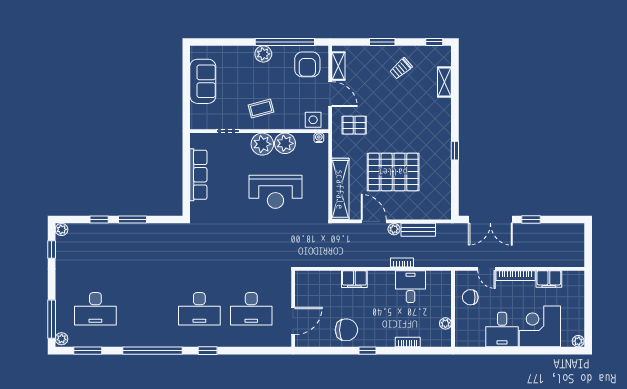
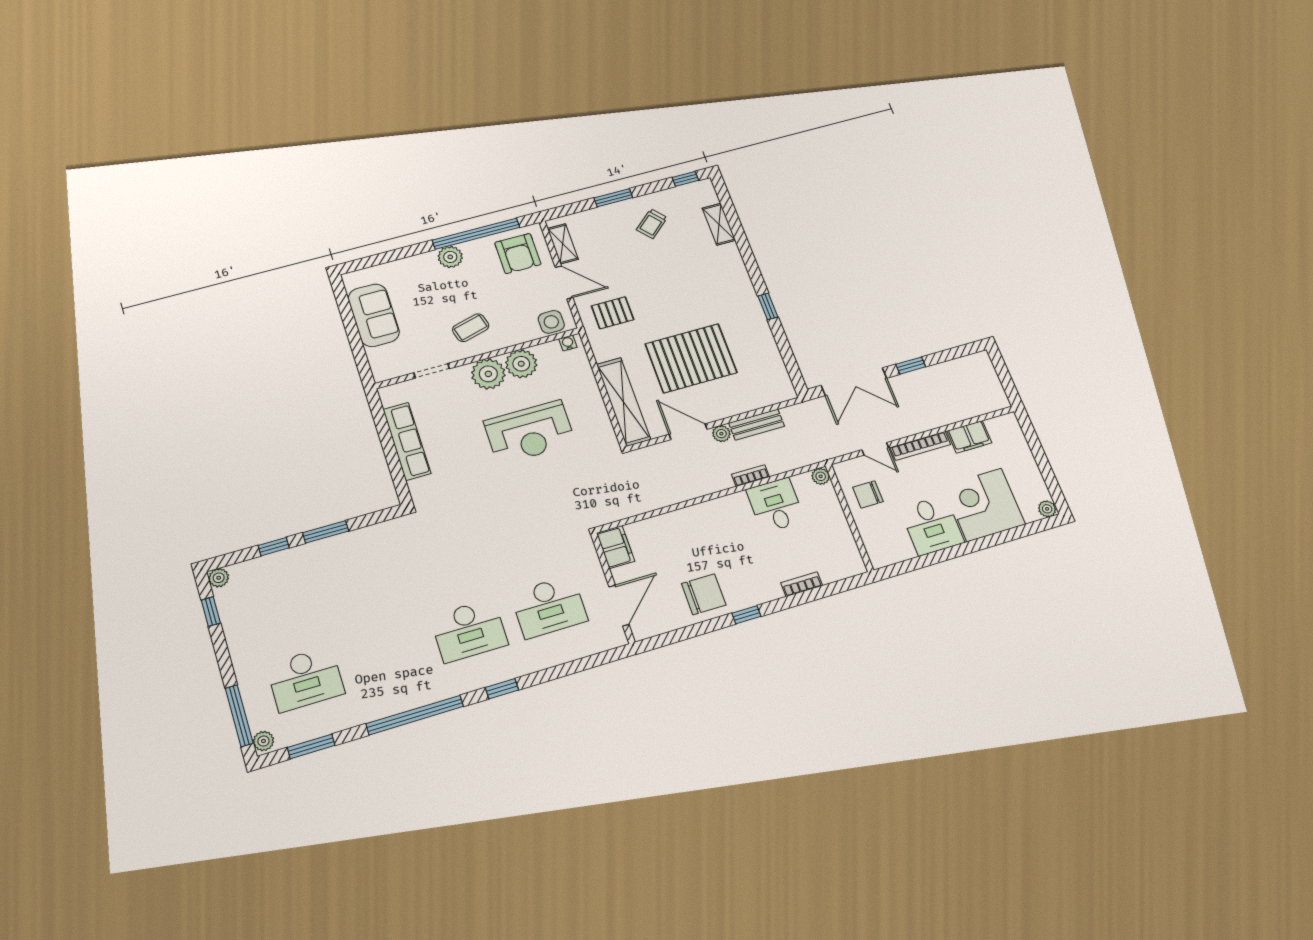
filing cabinet: (354, 279) -> (616, 547), moved, turned -90
plant: (445, 323) -> (821, 476), moved

